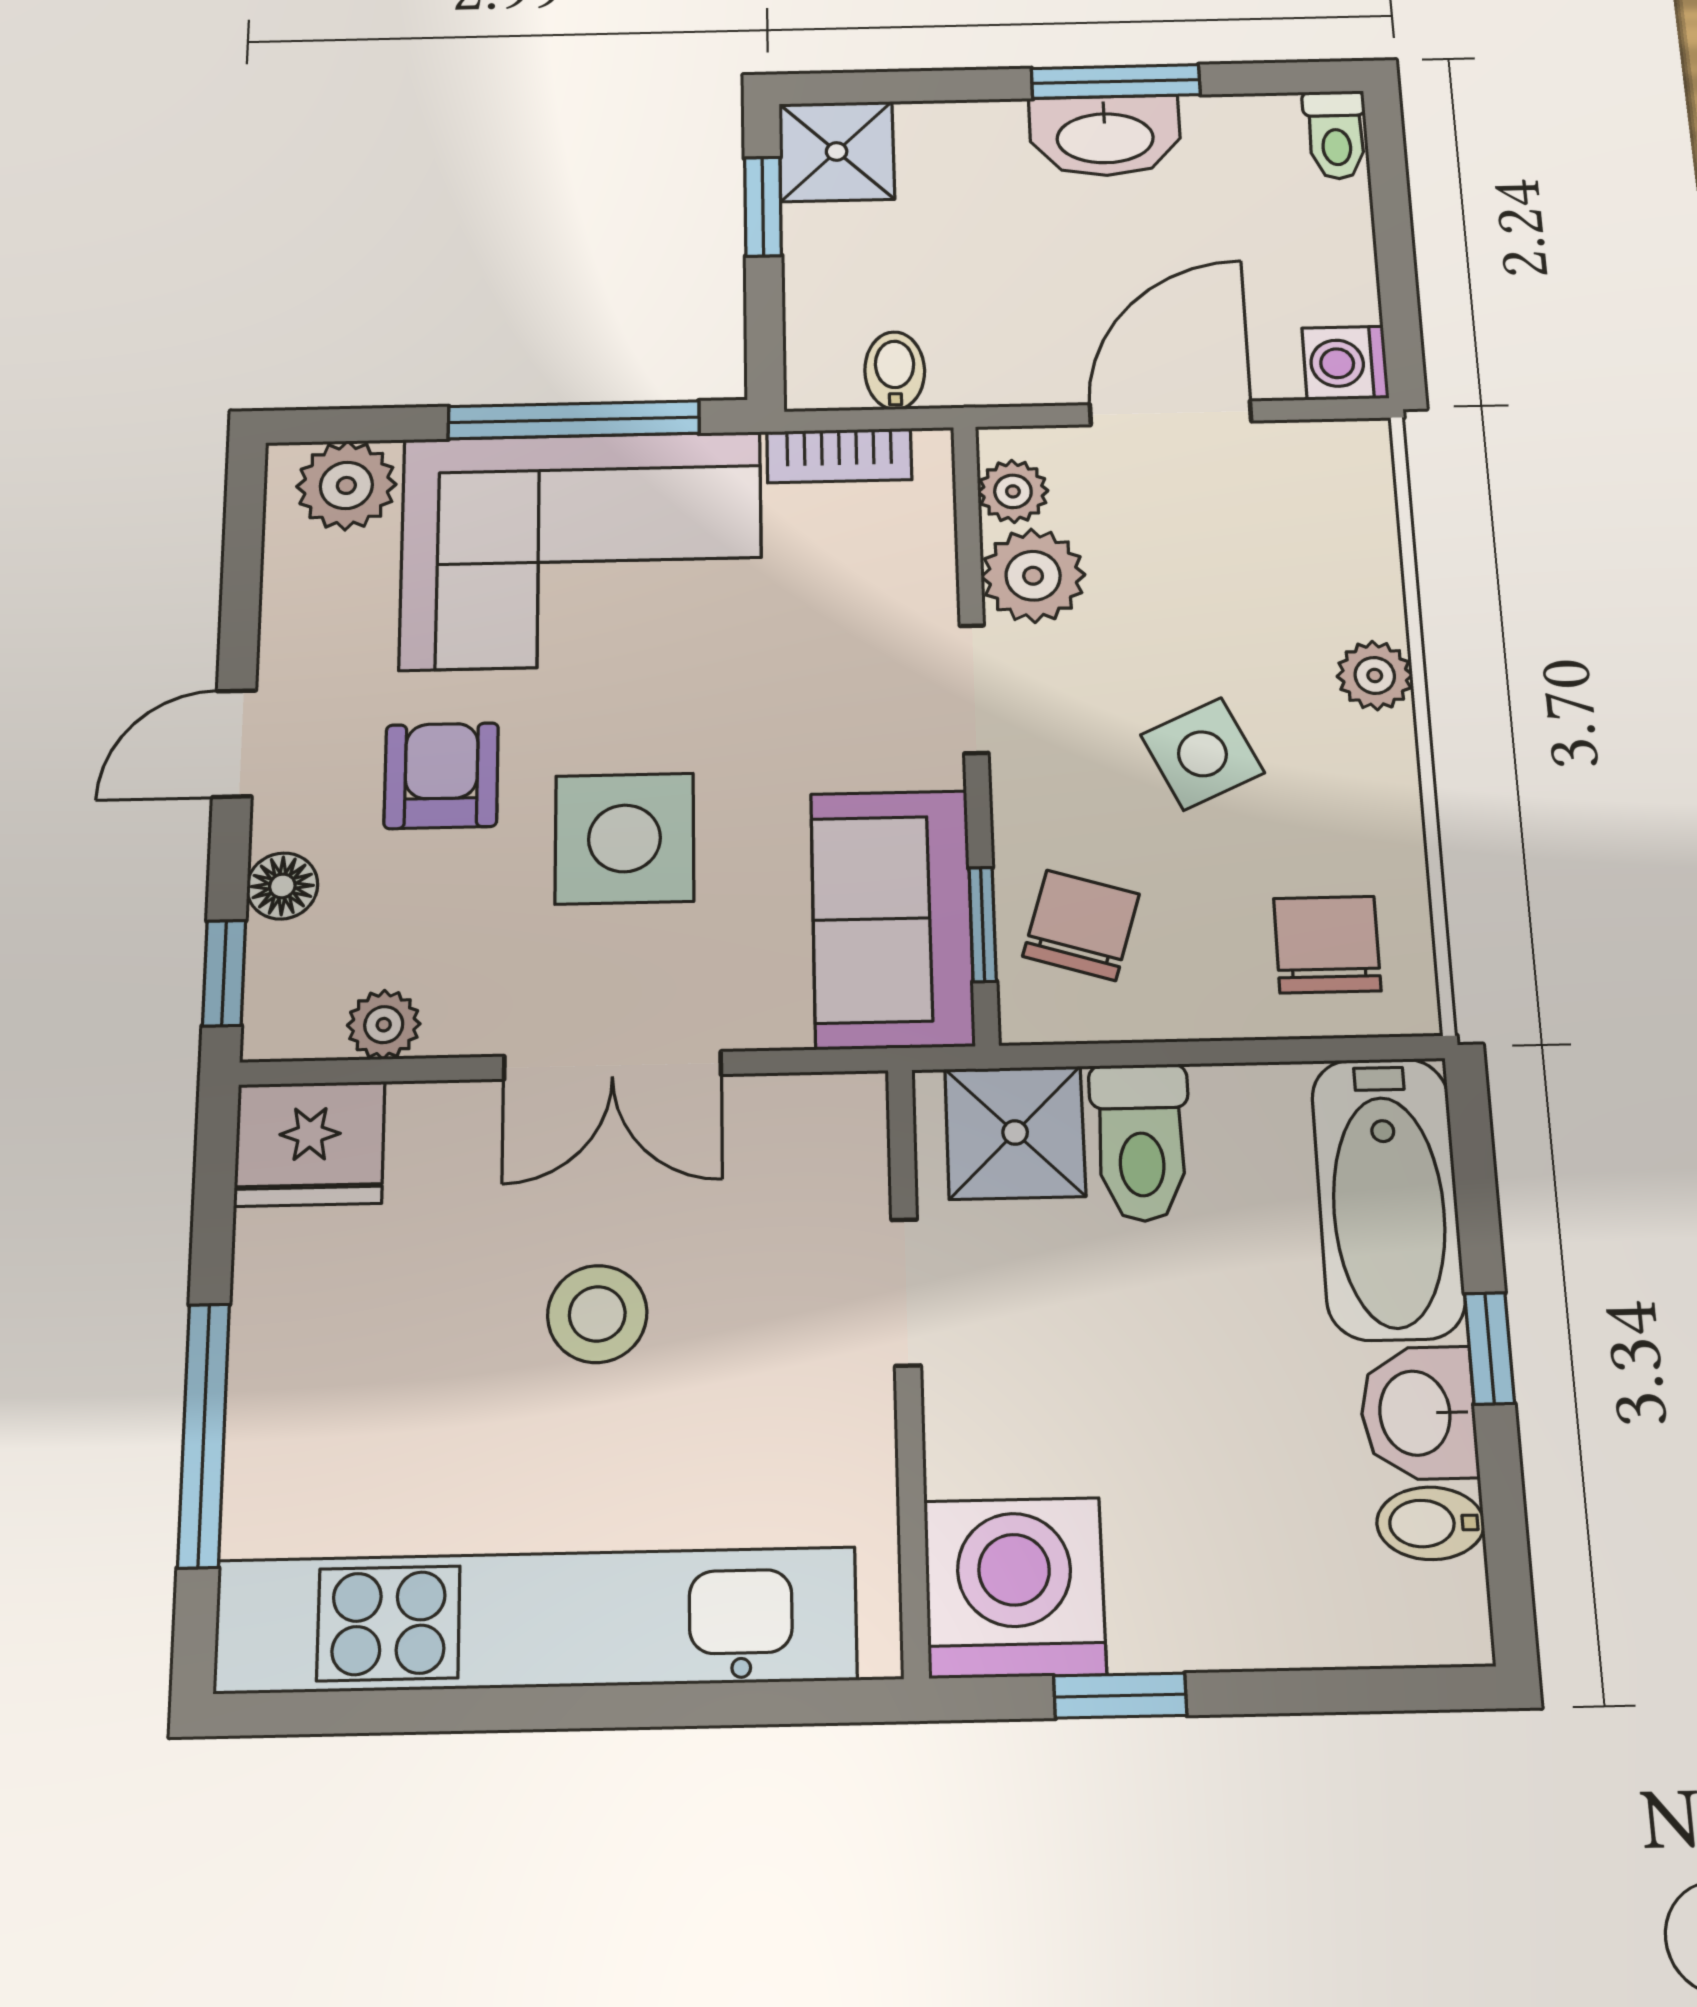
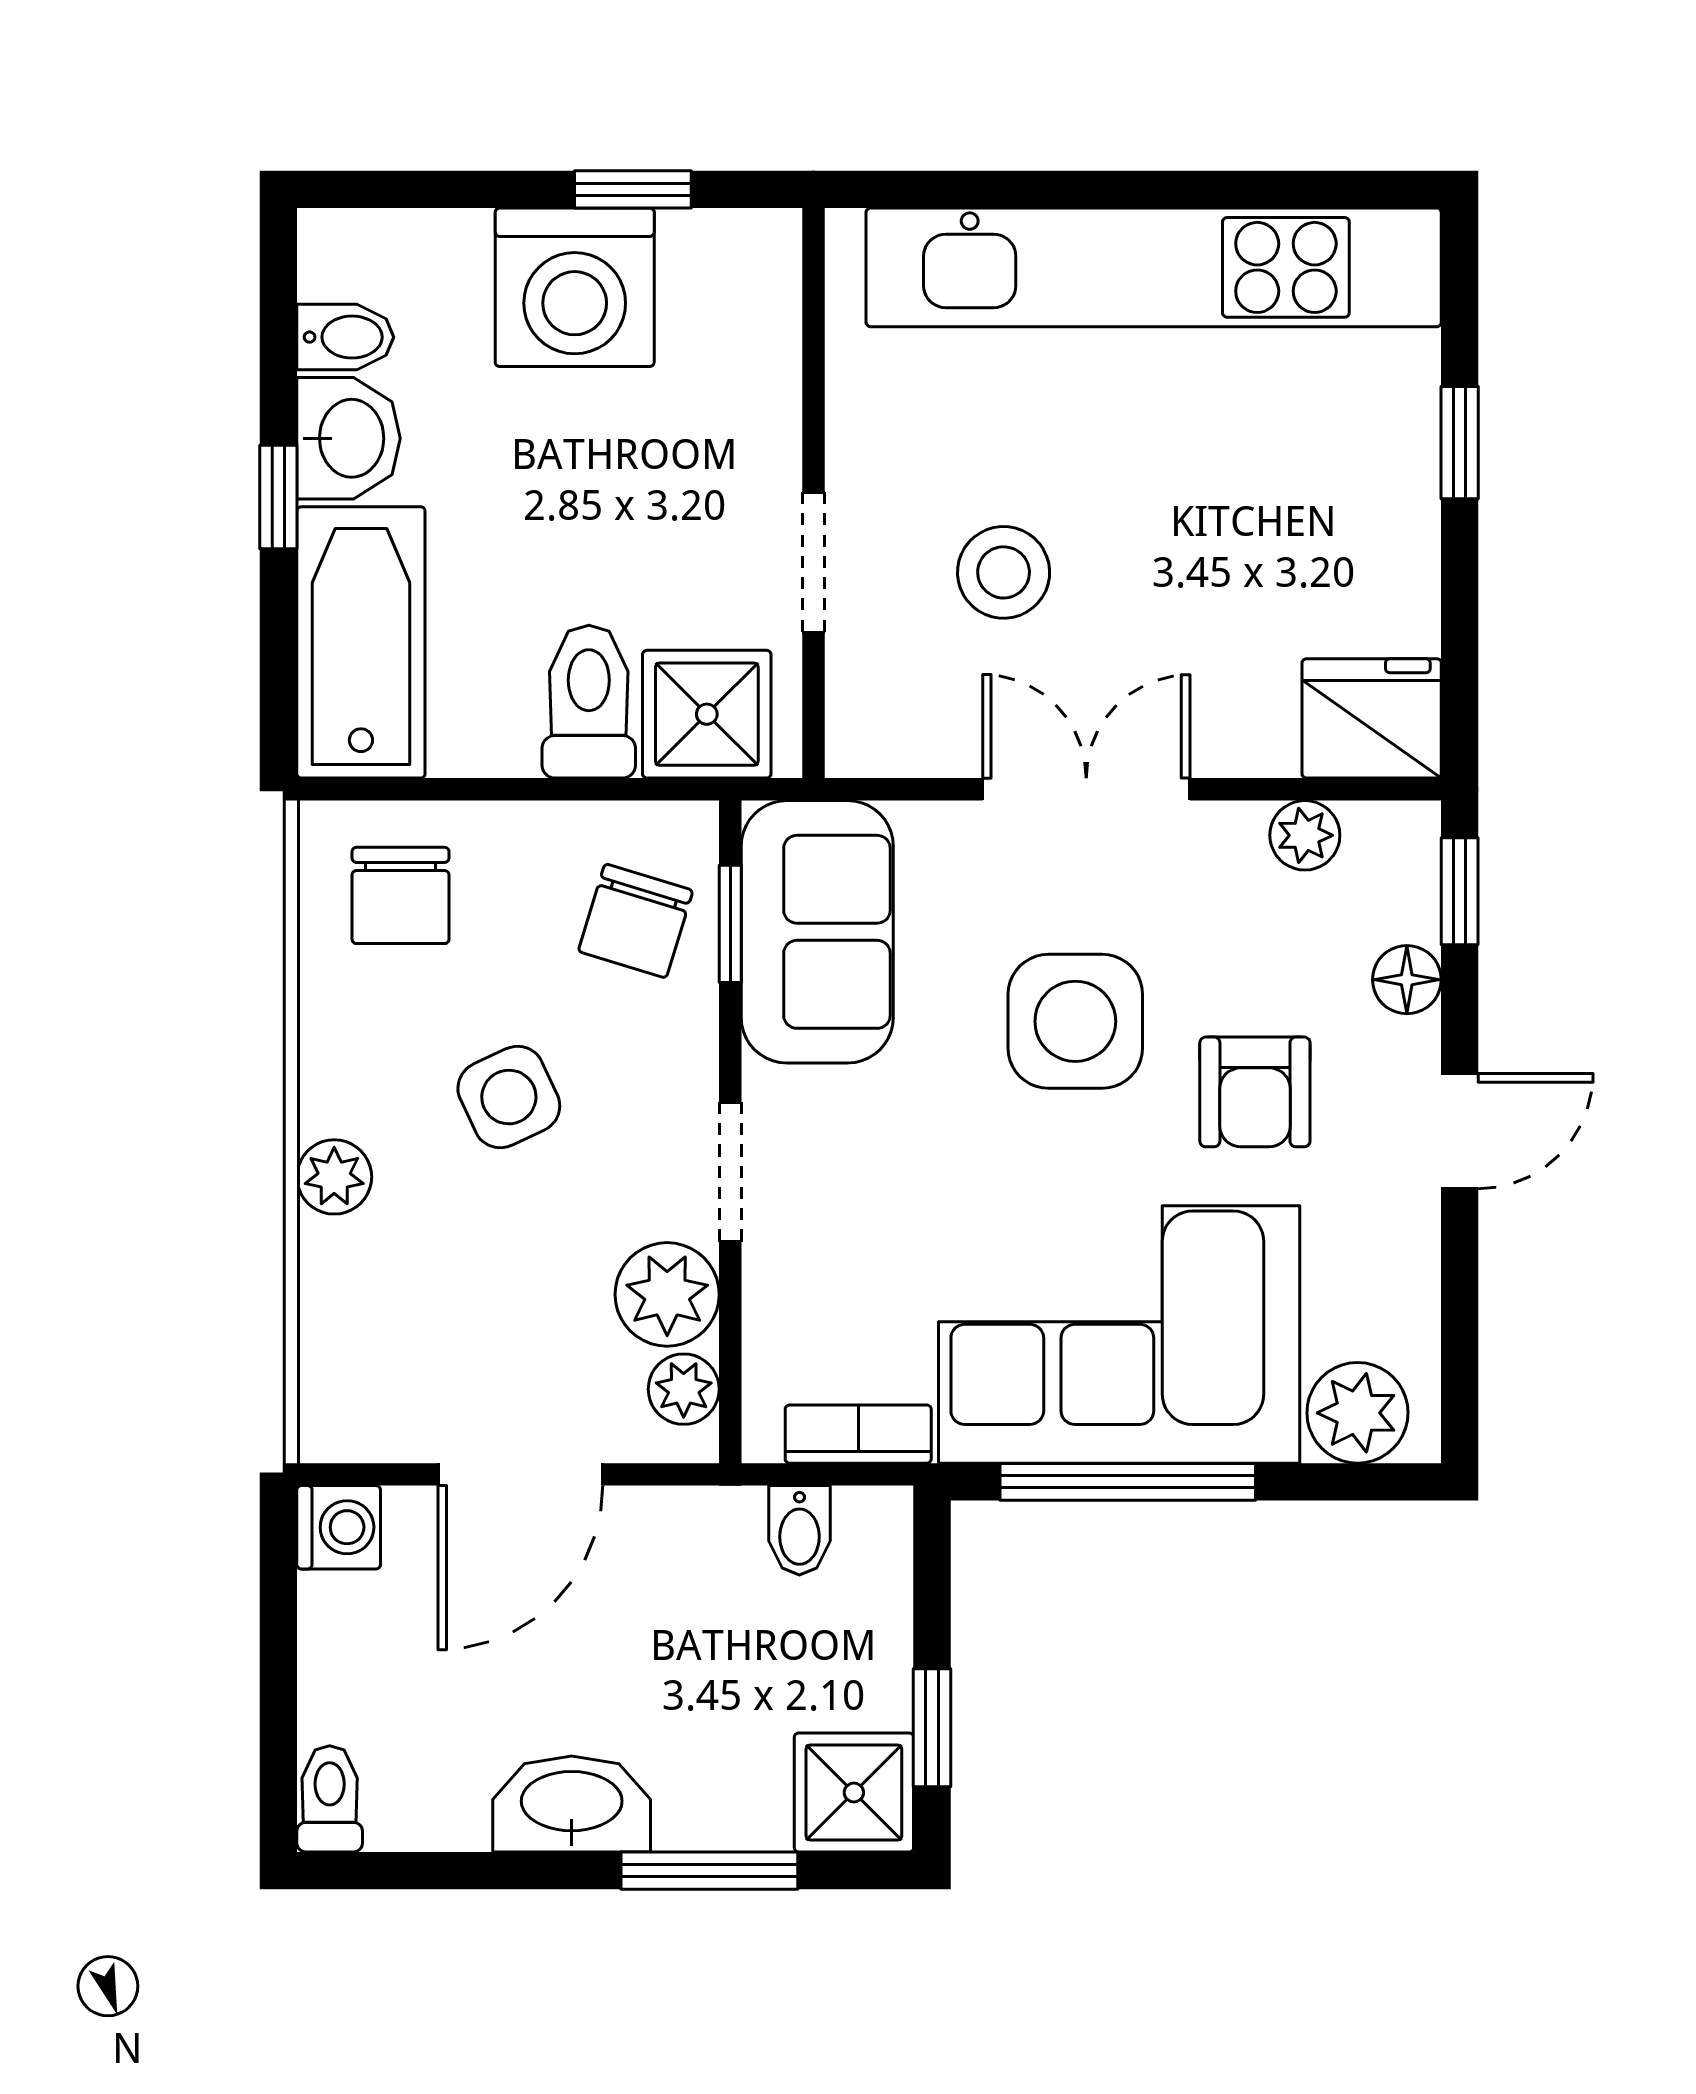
window: (1116, 82) -> (709, 1871), moved
stool: (597, 1314) -> (1004, 572), moved
window: (204, 1435) -> (1460, 443), width x0.46
washing machine: (1015, 1587) -> (575, 287), moved

